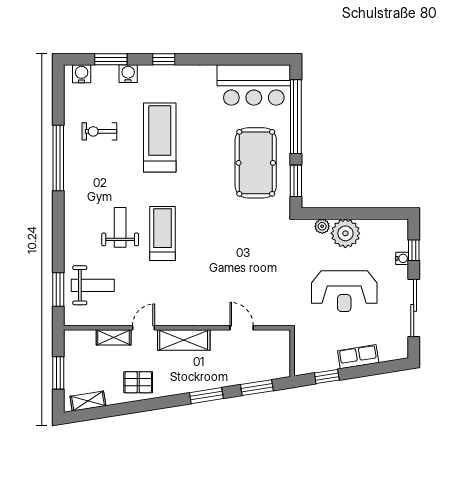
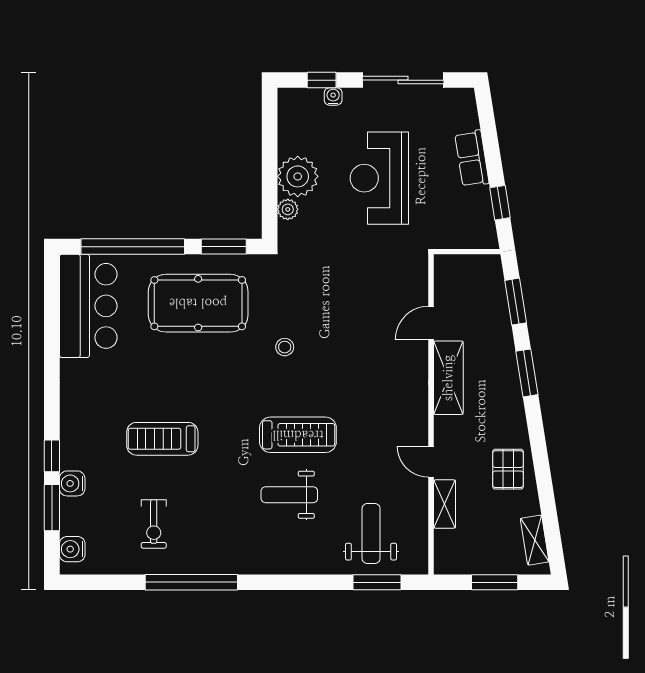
window: (164, 59) -> (52, 456), moved
treadmill: (160, 137) -> (162, 439), width x0.73, depth x0.73
stool: (225, 224) -> (285, 347), added
treadmill: (163, 233) -> (298, 435), turned 180
reception desk: (344, 291) -> (379, 178), turned 180
shelving: (184, 340) -> (448, 378), moved

